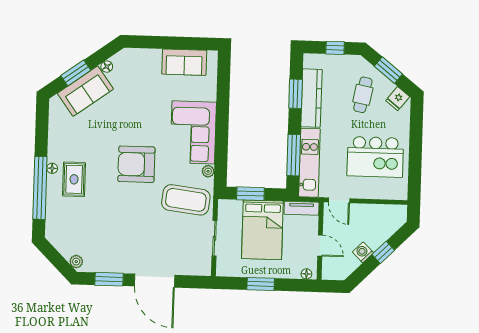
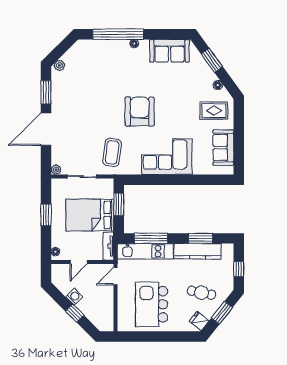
sofa: (85, 91) -> (170, 51), moved, turned -54
plant: (208, 171) -> (56, 170), moved
rug: (74, 179) -> (214, 111), moved
coffee table: (186, 200) -> (112, 152), width x0.73, depth x0.76

